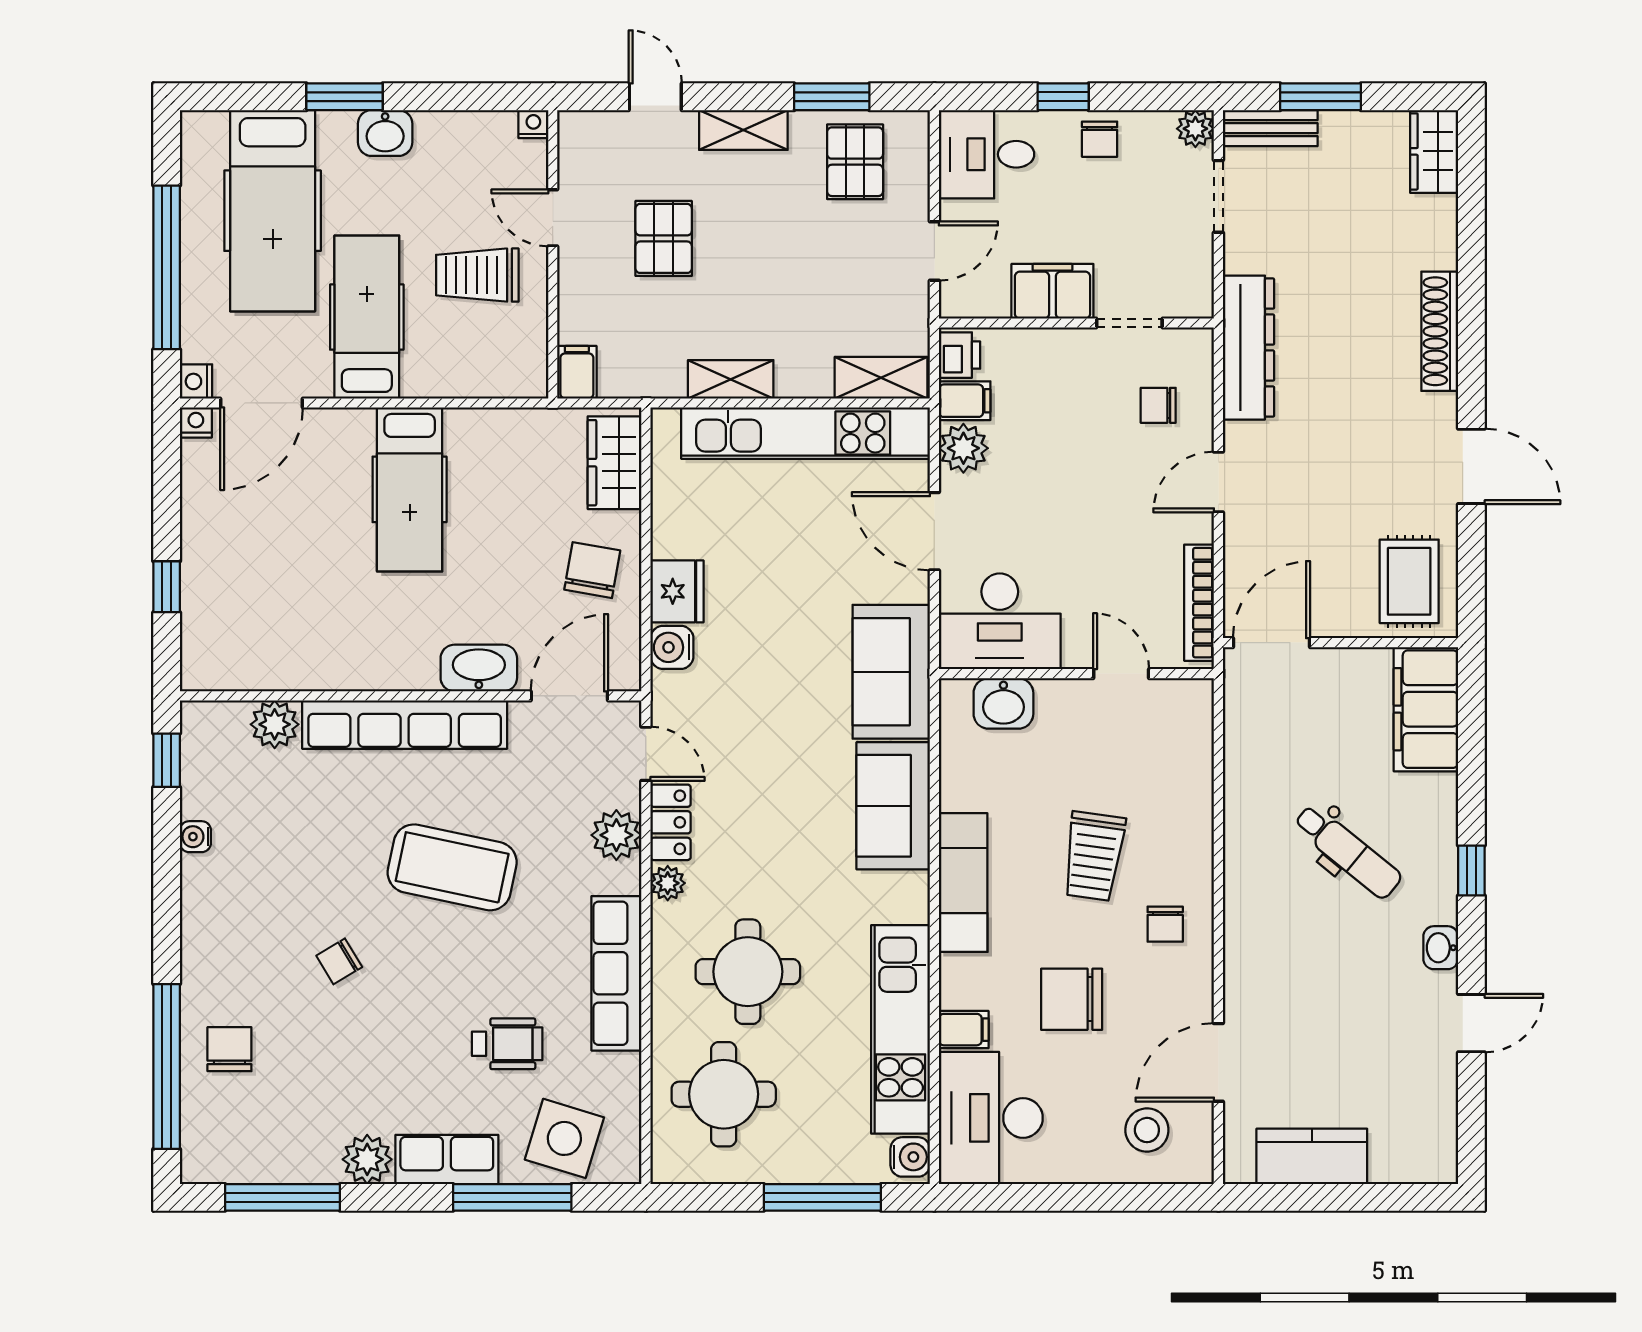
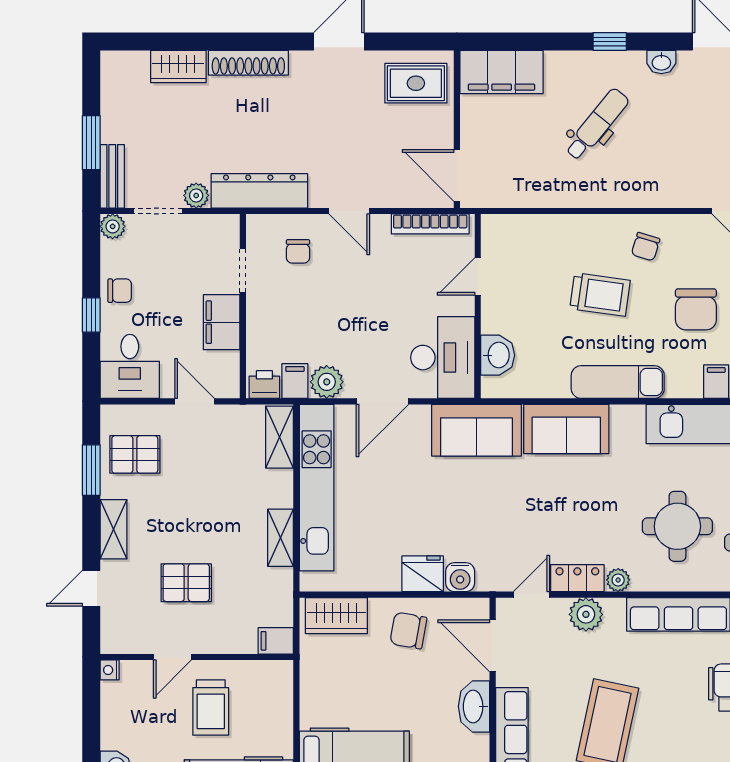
wardrobe: (1434, 151) -> (178, 67), moved
plant: (1242, 253) -> (196, 195), added
chair: (1165, 924) -> (646, 247), turned 107

